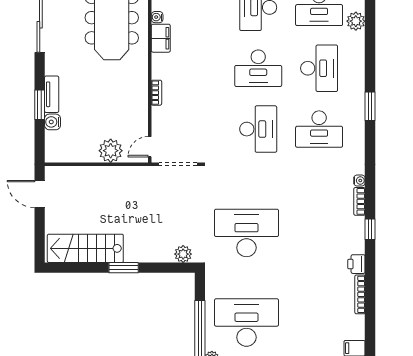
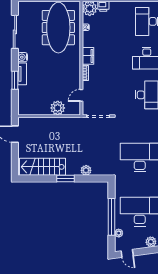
filing cabinet: (161, 38) -> (88, 56), moved
water cooler: (53, 122) -> (23, 57), moved
door: (150, 147) -> (81, 95), moved
plant: (183, 254) -> (86, 170), moved

